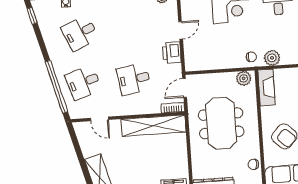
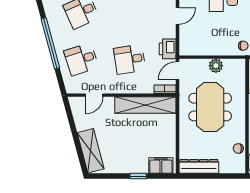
printer: (172, 53) -> (168, 49), moved
plant: (244, 78) -> (216, 66), moved
window: (56, 87) -> (50, 43), moved
door: (99, 119) -> (94, 95), hinge flipped

